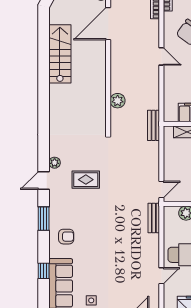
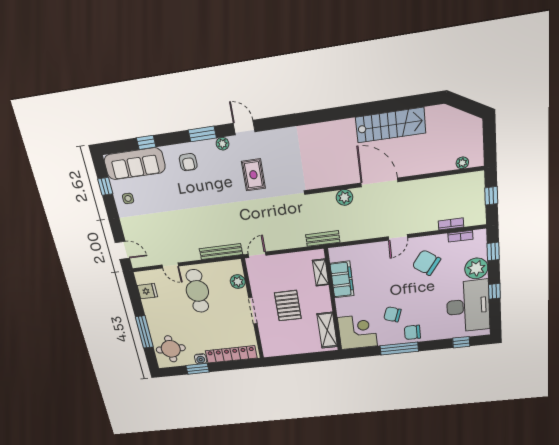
door: (108, 24) -> (379, 182), moved
plant: (55, 163) -> (223, 144), moved
door: (161, 189) -> (257, 255), swing flipped
bench: (154, 218) -> (221, 252), width x1.36

